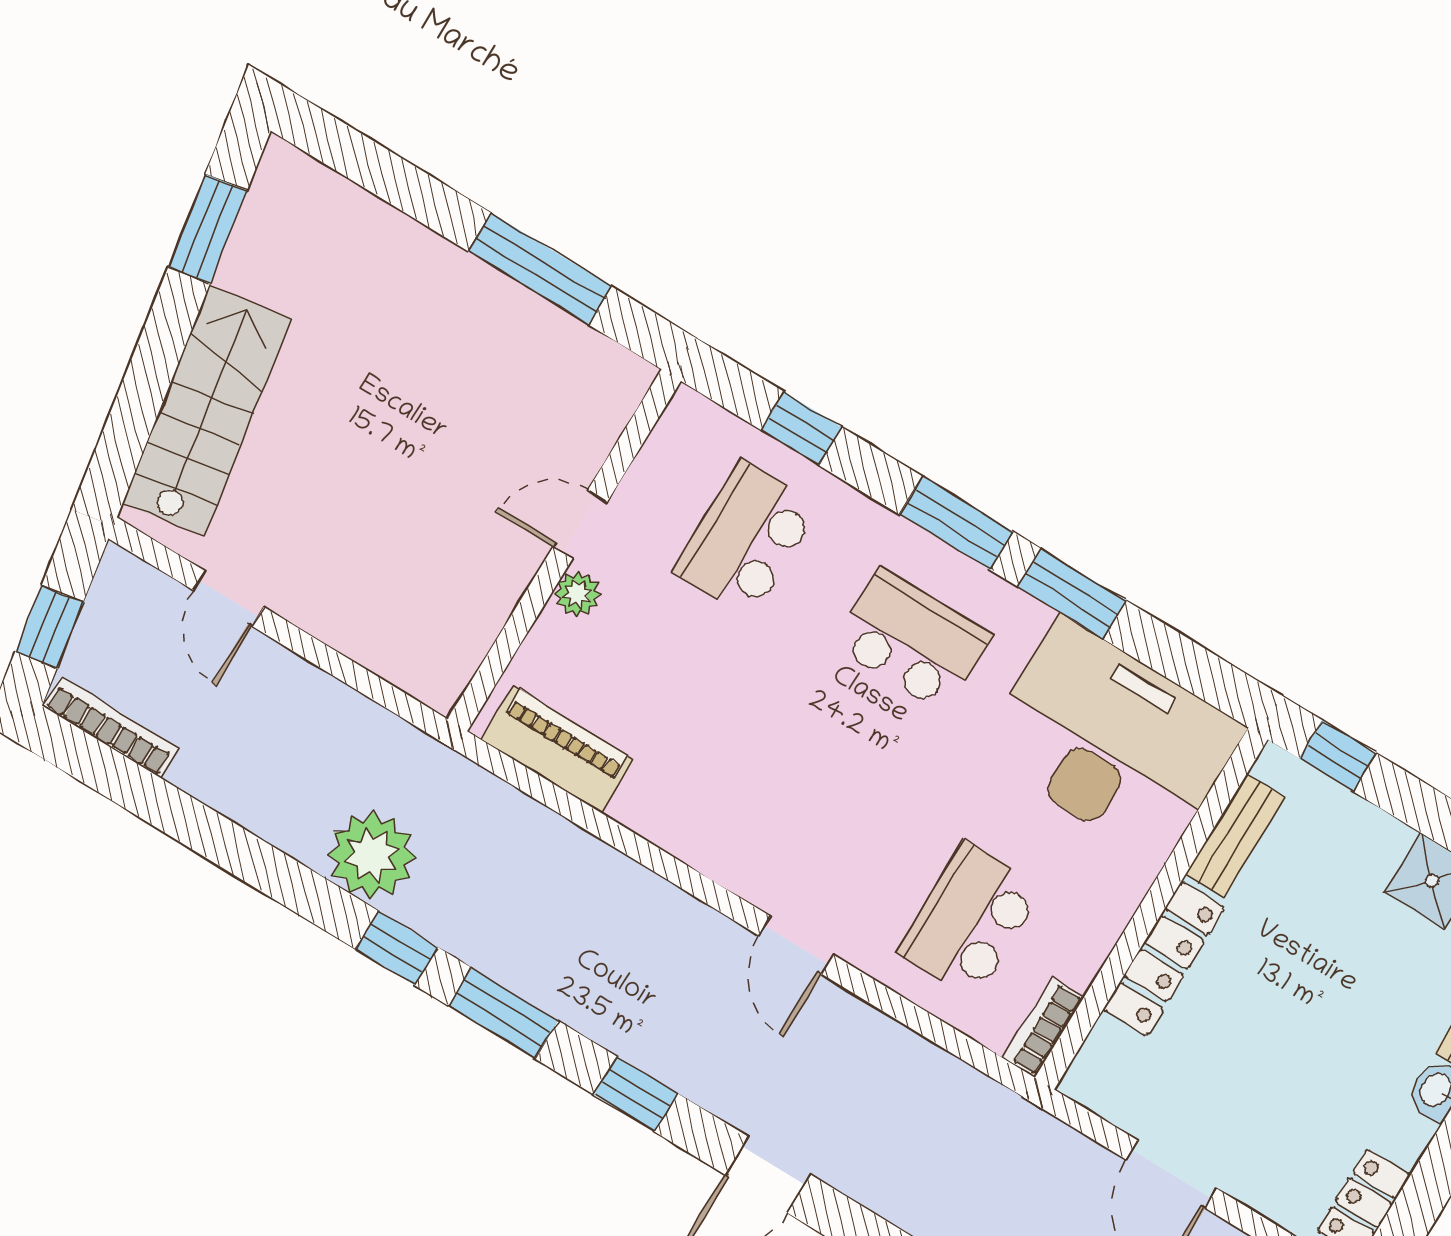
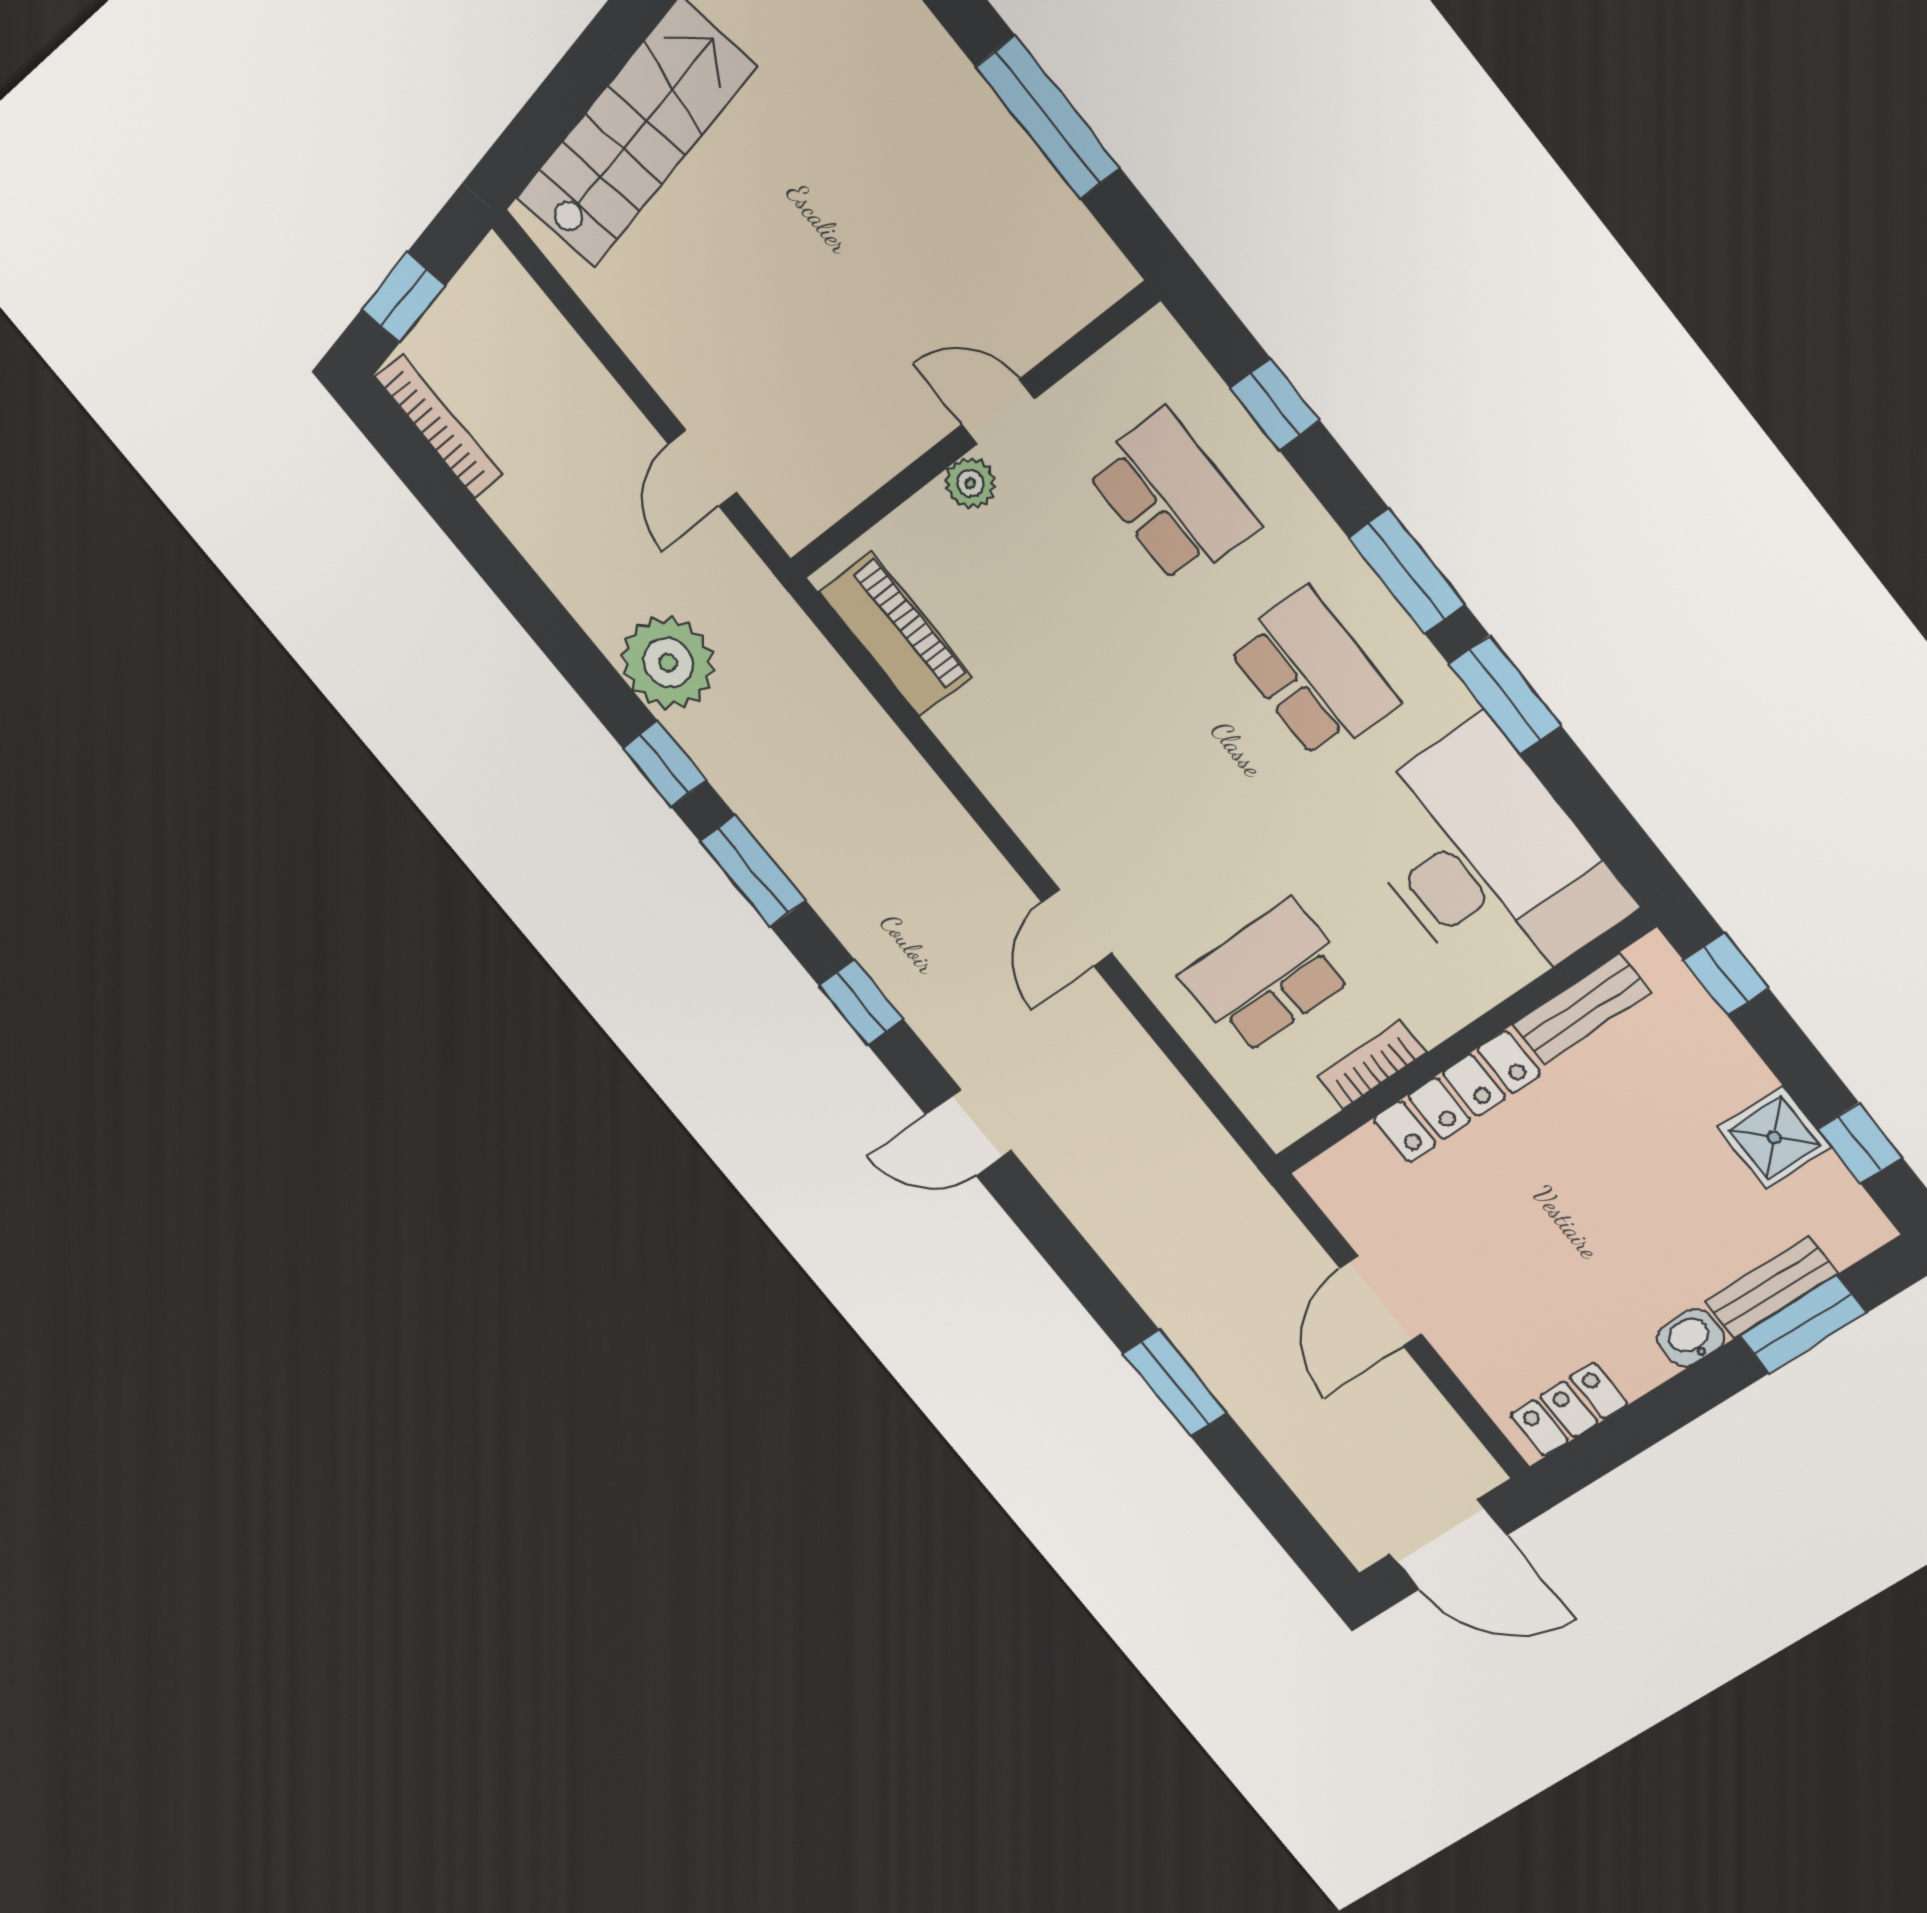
school desk: (746, 539) -> (1172, 497), turned 90
door: (228, 598) -> (702, 468), moved
bookcase: (1043, 1028) -> (1372, 1065), moved

